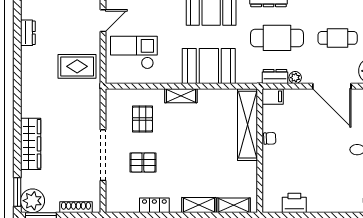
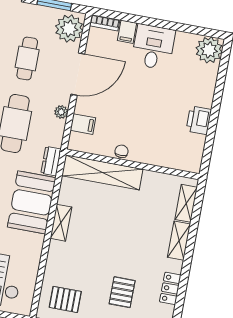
dresser: (275, 77) -> (51, 161), moved
shelving: (181, 96) -> (61, 223), moved
filing cabinet: (273, 96) -> (83, 124), moved, turned 90
pallet: (142, 119) -> (65, 299), moved
printer: (294, 203) -> (199, 120), moved

